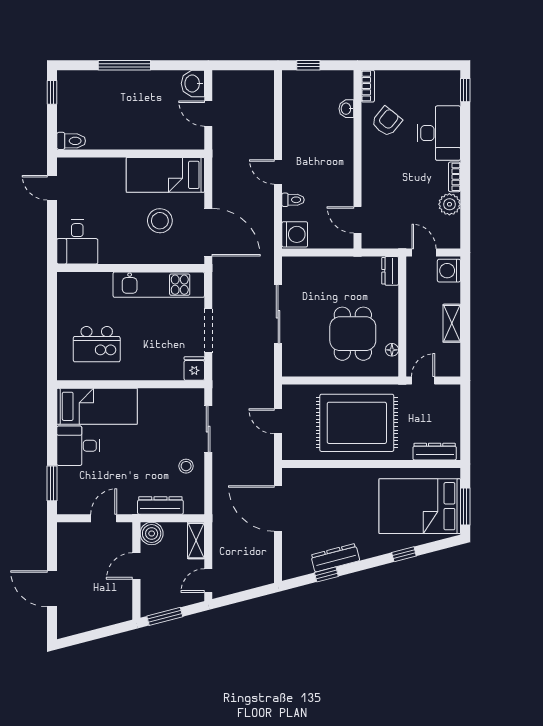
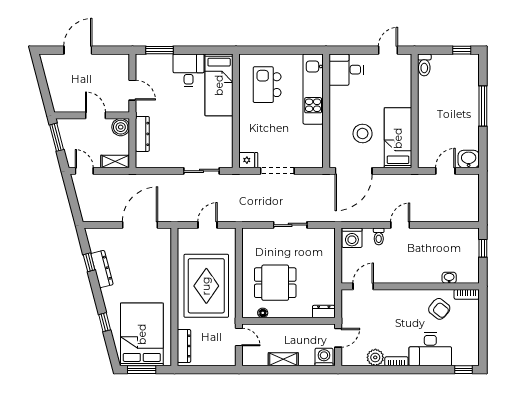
kitchen unit: (159, 285) -> (313, 89), moved
sliding door: (278, 314) -> (290, 225), width x0.73
stool: (186, 466) -> (173, 154), removed

